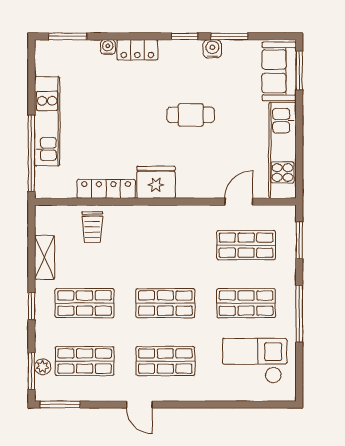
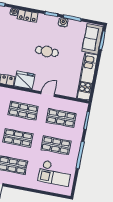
door: (239, 202) -> (48, 94), moved
shop shelf: (165, 245) -> (23, 111), added
checkout: (255, 361) -> (55, 173), turned 180

